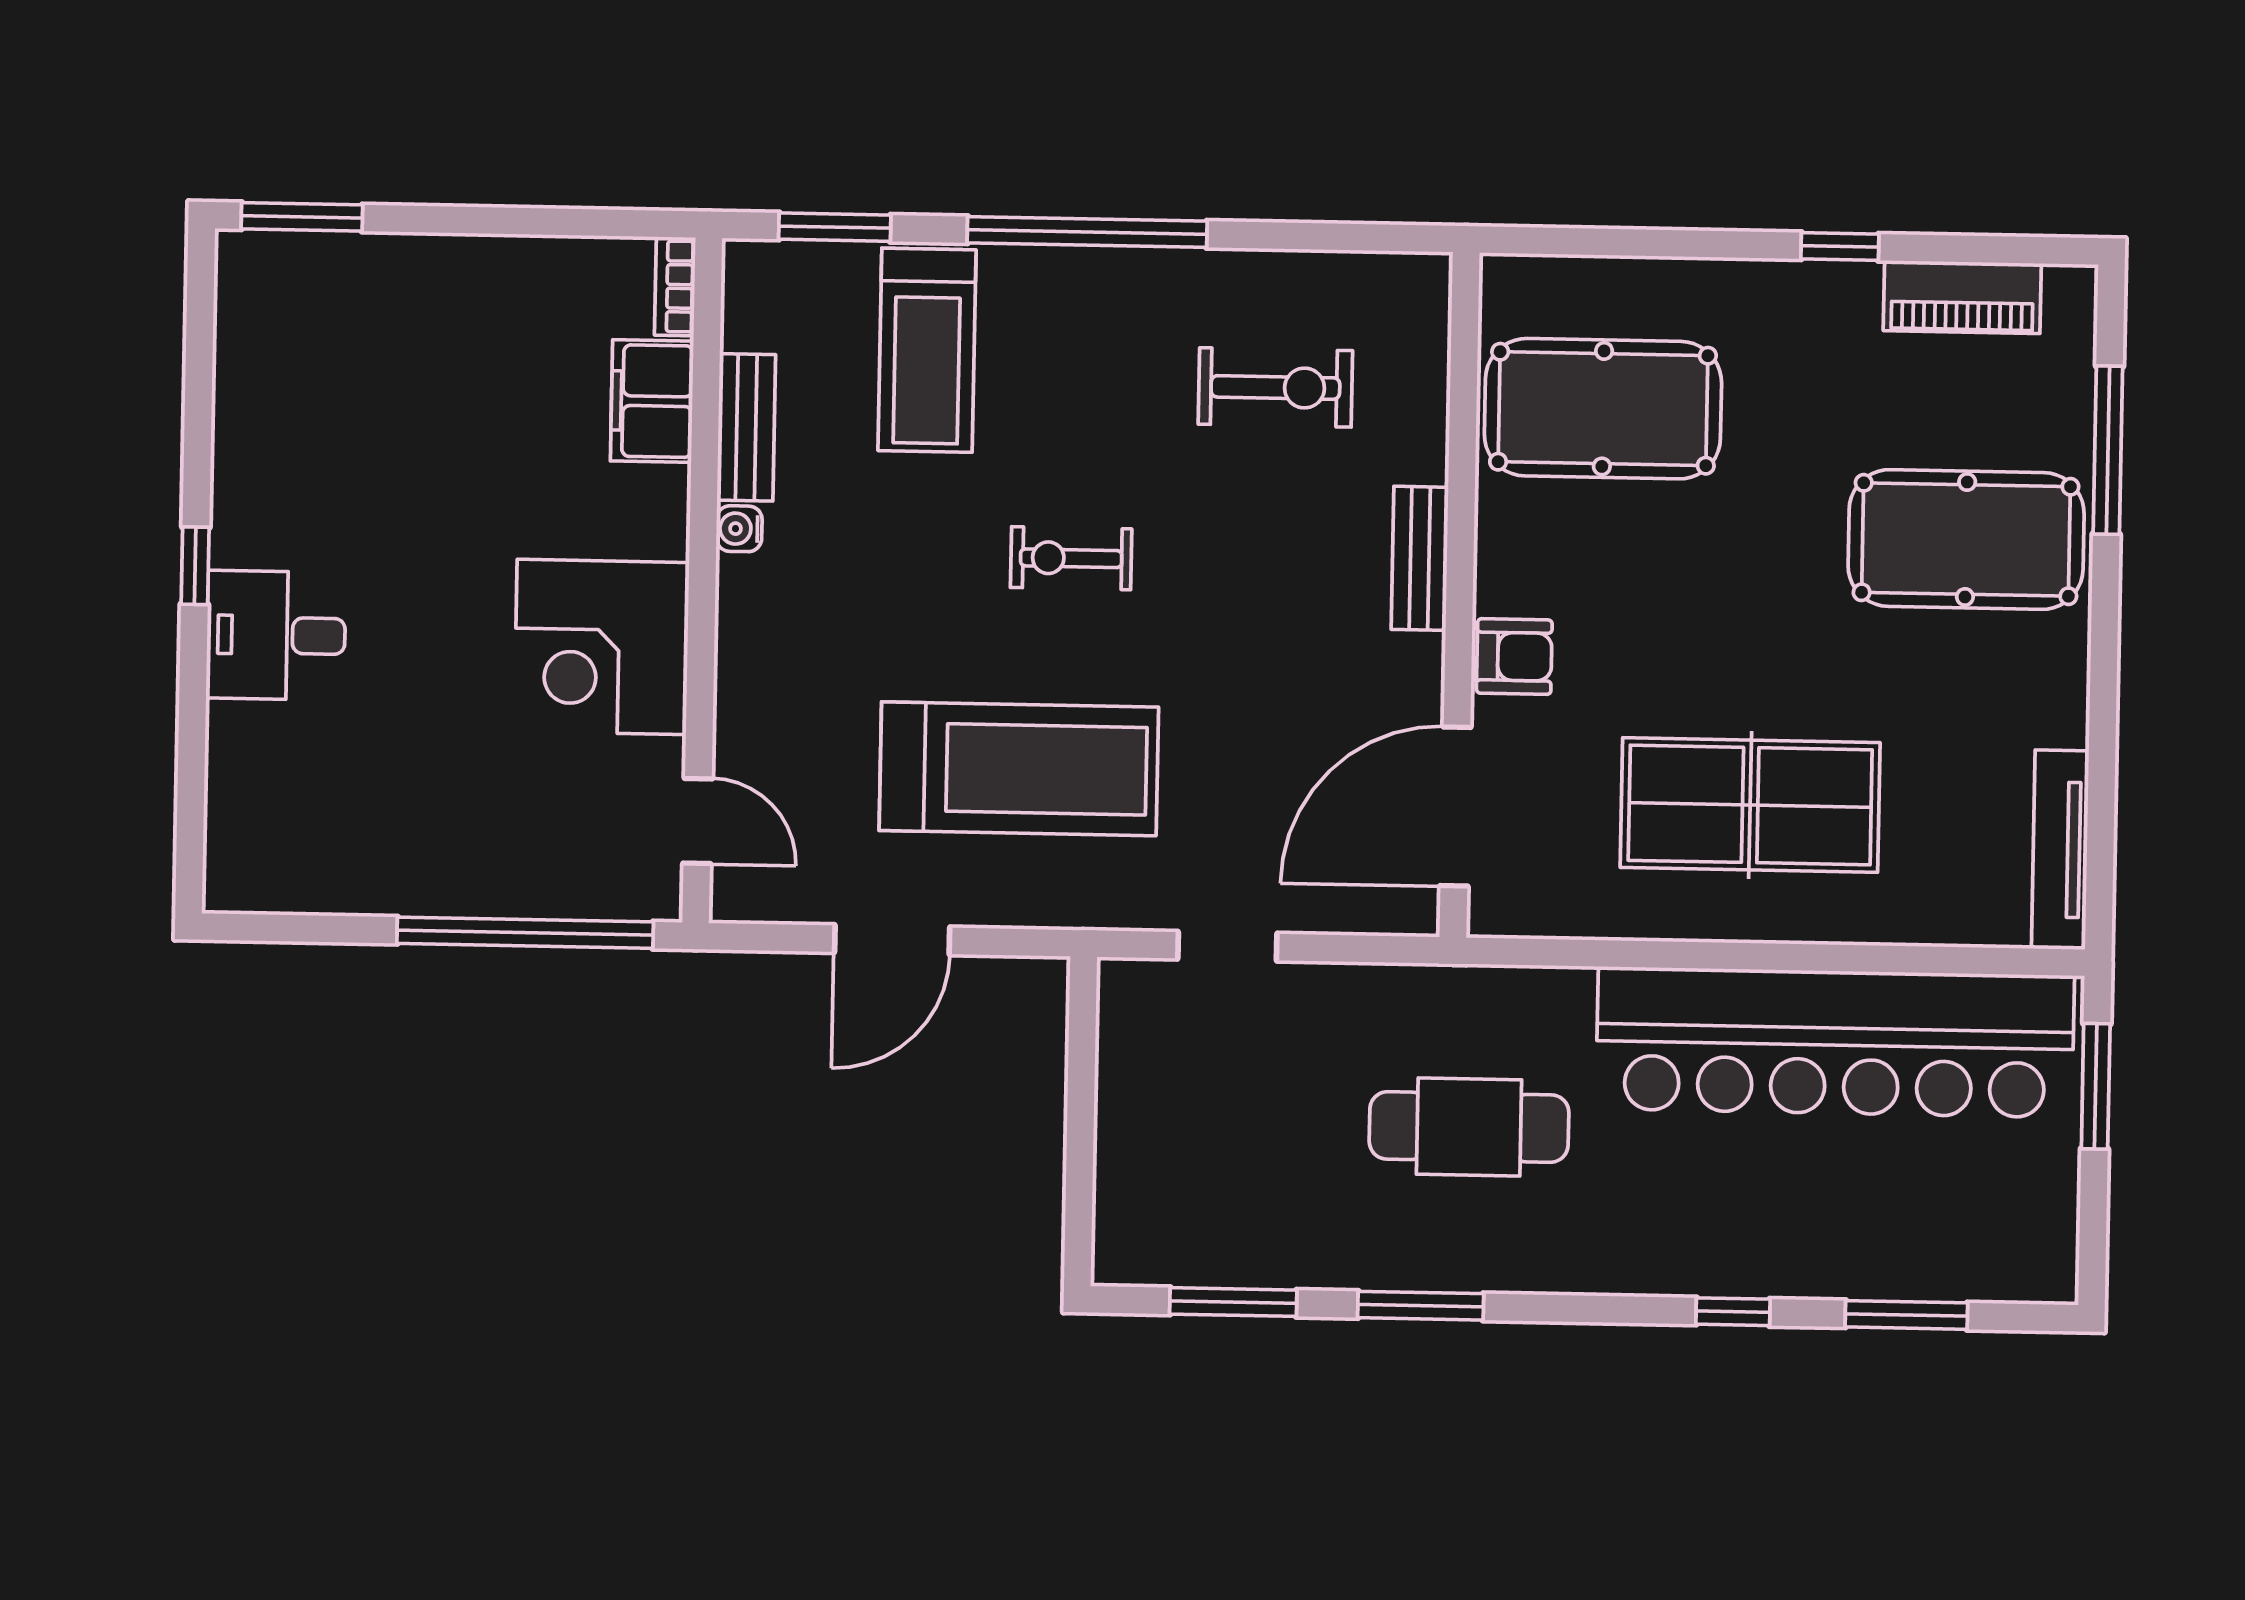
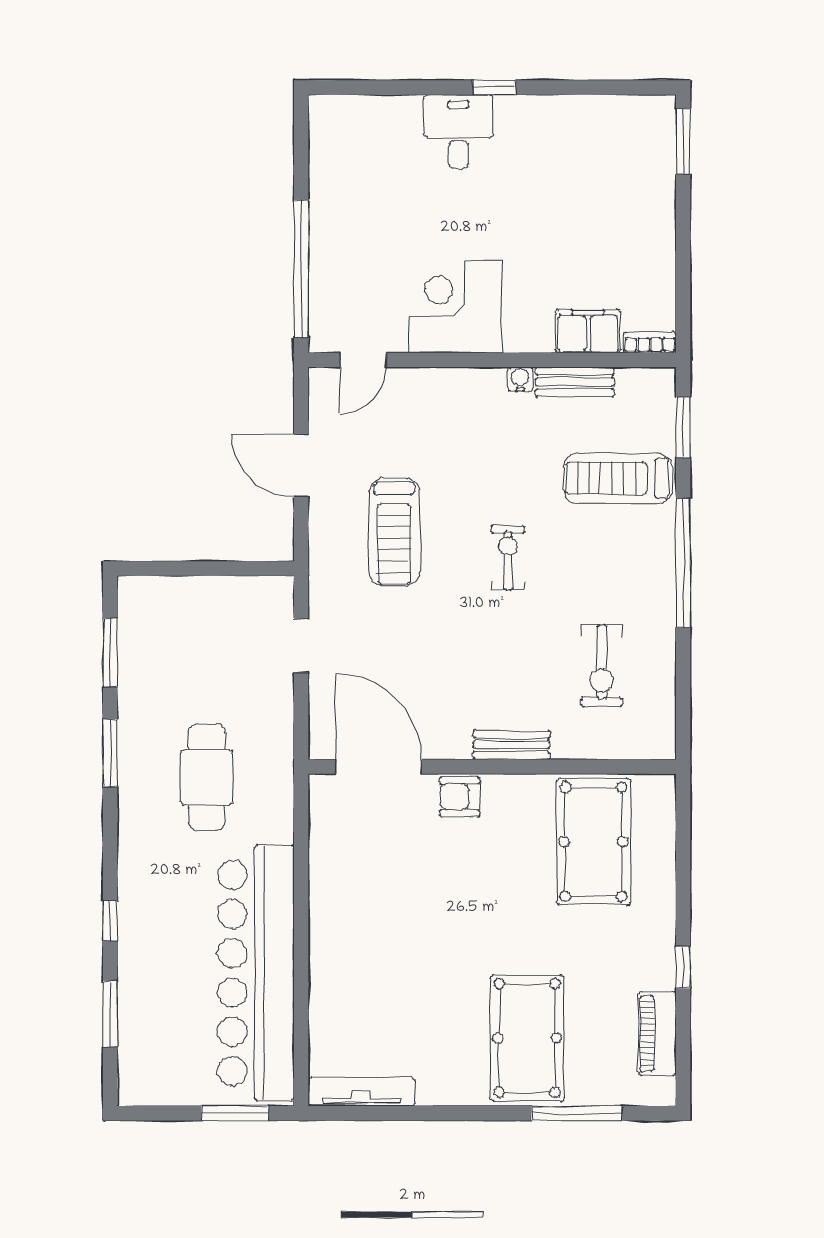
armchair: (1514, 657) -> (460, 797), turned 90
treadmill: (1019, 769) -> (394, 532), width x0.73, depth x0.73
table tennis table: (1750, 805) -> (382, 925), removed

